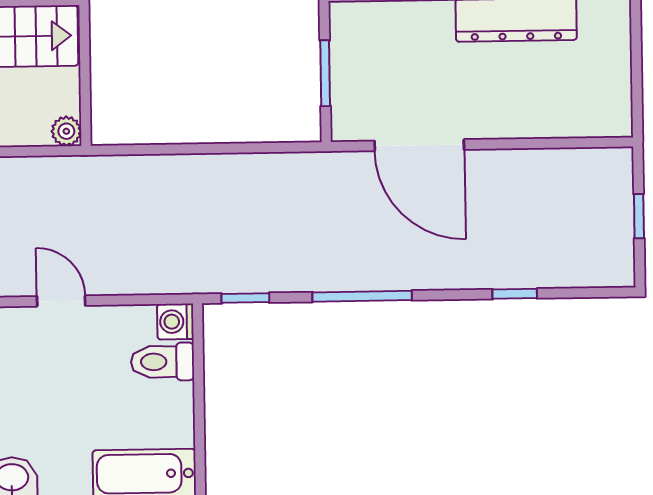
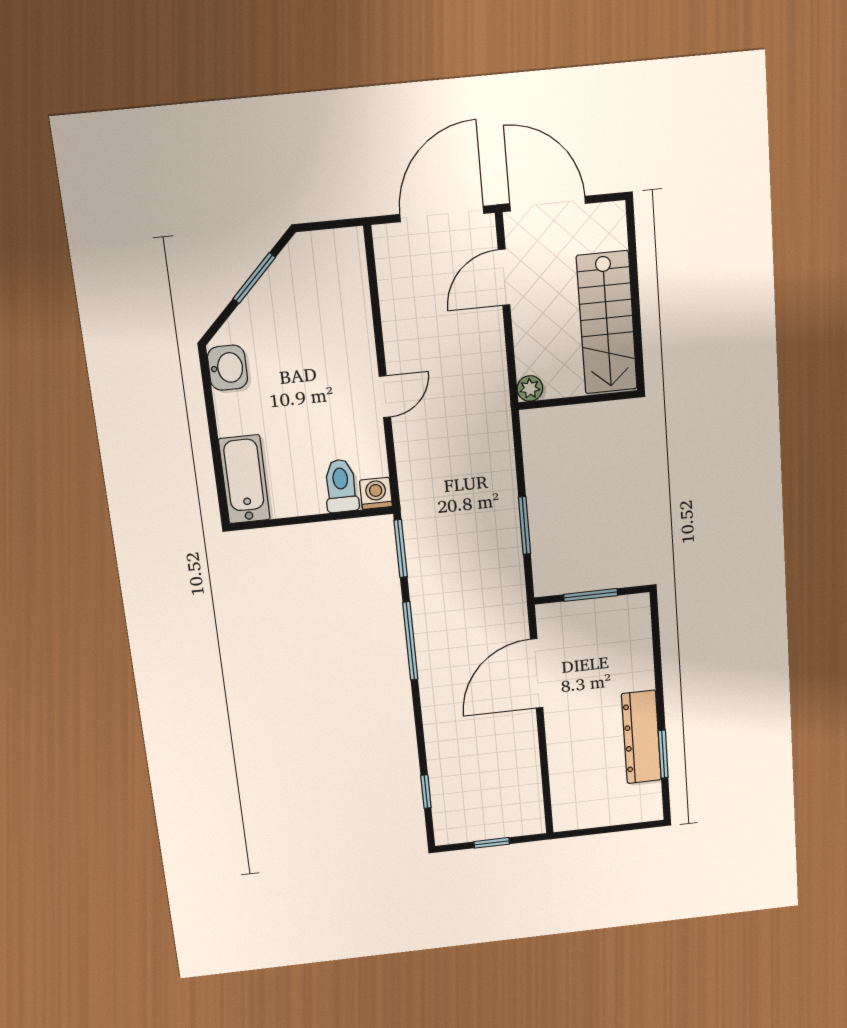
window: (231, 148) -> (524, 526), added
window: (515, 294) -> (426, 792), moved
window: (245, 298) -> (401, 549), width x1.50

